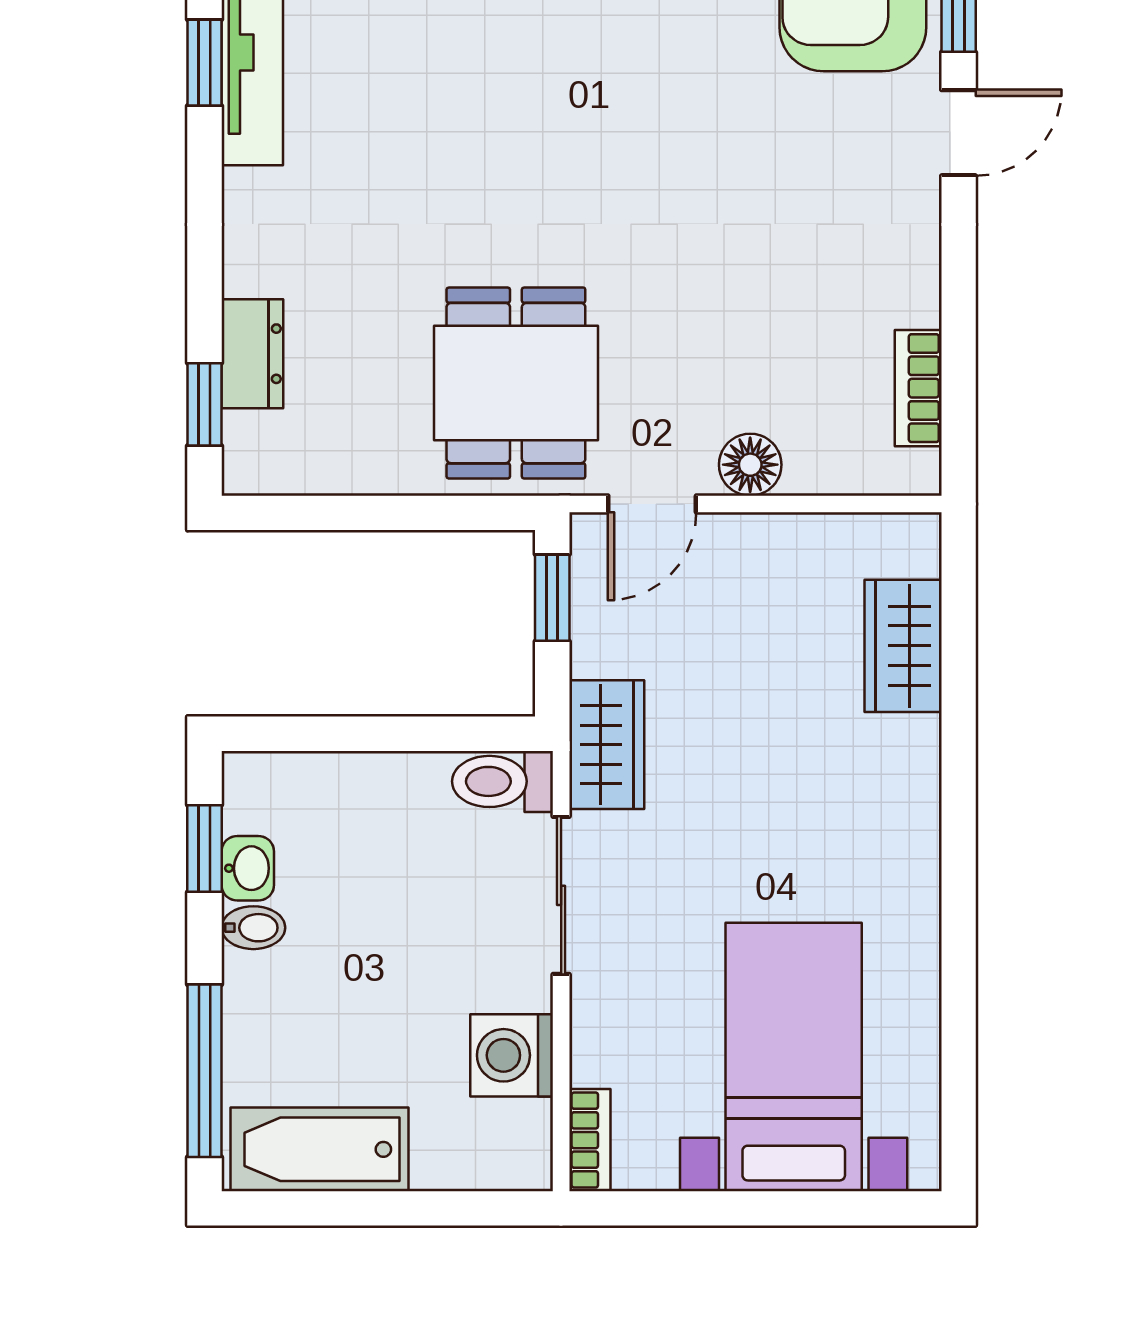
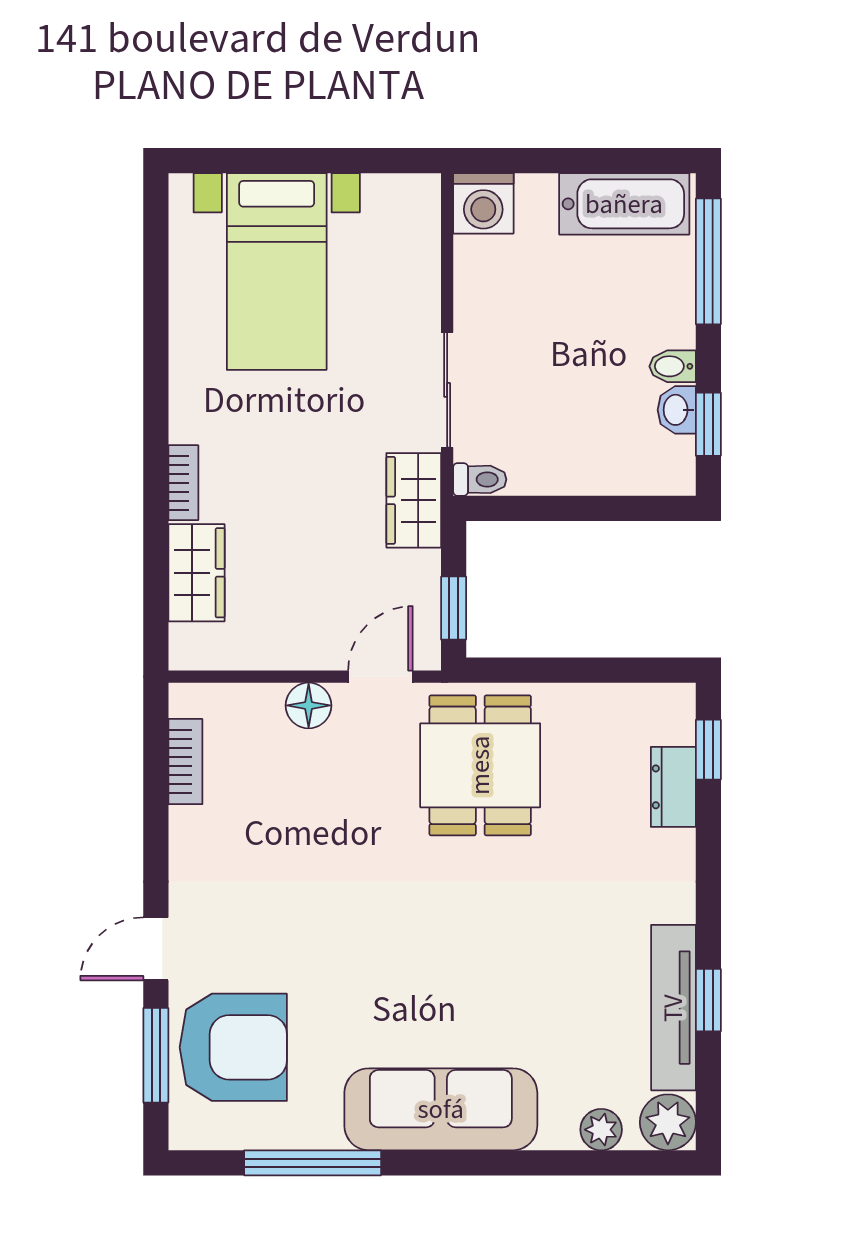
toilet: (502, 781) -> (480, 479), width x0.73, depth x0.72
washing machine: (512, 1055) -> (483, 203), moved, turned 90
bookcase: (590, 1140) -> (183, 483), moved, turned 180

